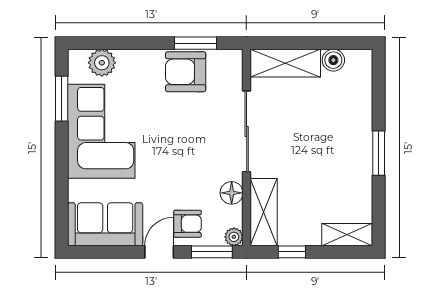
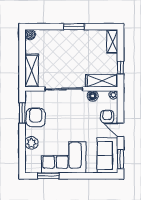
boiler: (333, 60) -> (30, 35), moved
plant: (102, 63) -> (31, 143), moved
armchair: (186, 72) -> (36, 118), turned 180
window: (212, 252) -> (120, 159), moved

